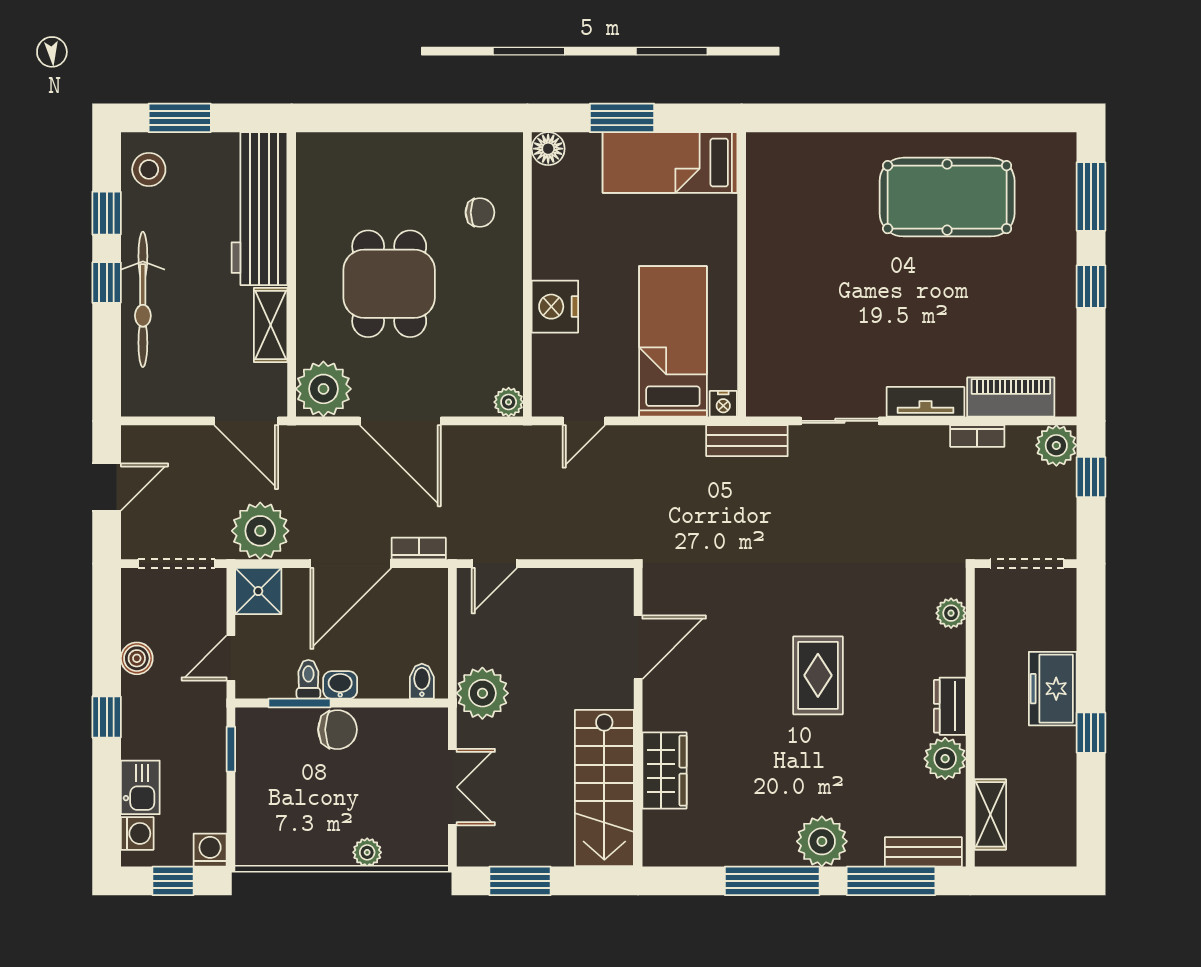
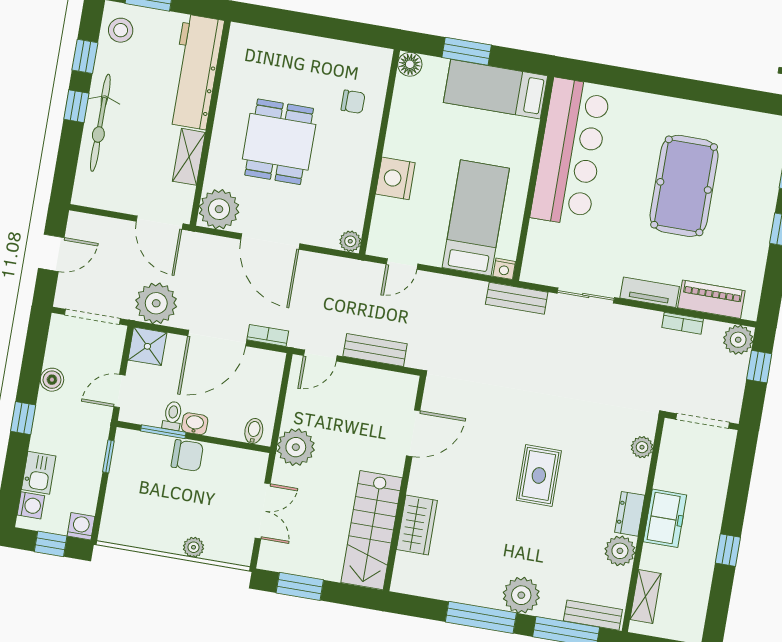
pool table: (947, 197) -> (684, 186), moved, turned 90
bar counter: (786, 230) -> (570, 152), added
bench: (567, 543) -> (375, 350), added
freezer: (1053, 689) -> (665, 518), moved, turned 180

